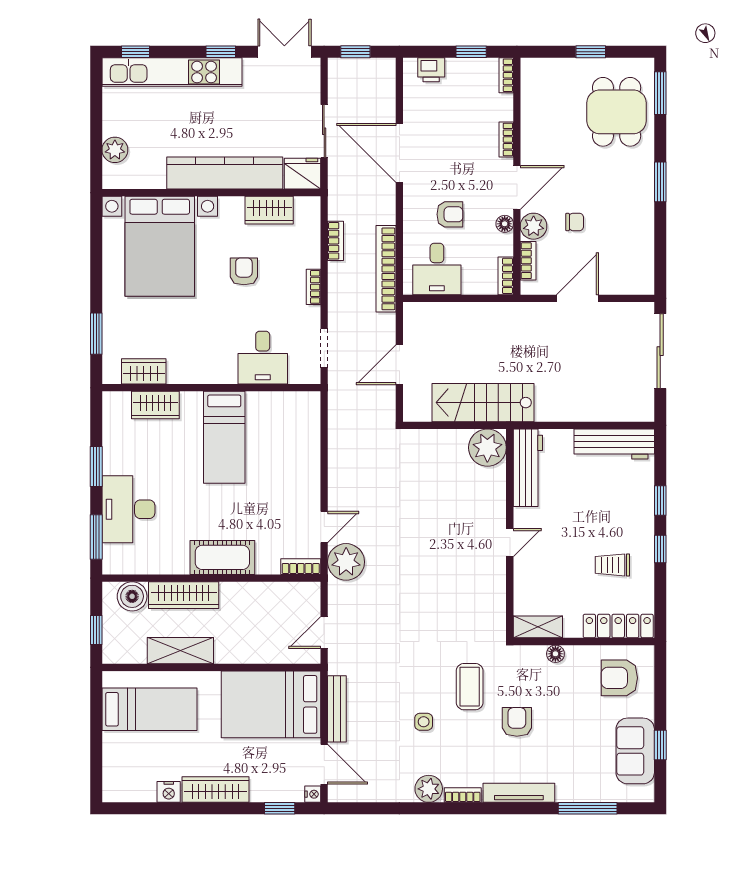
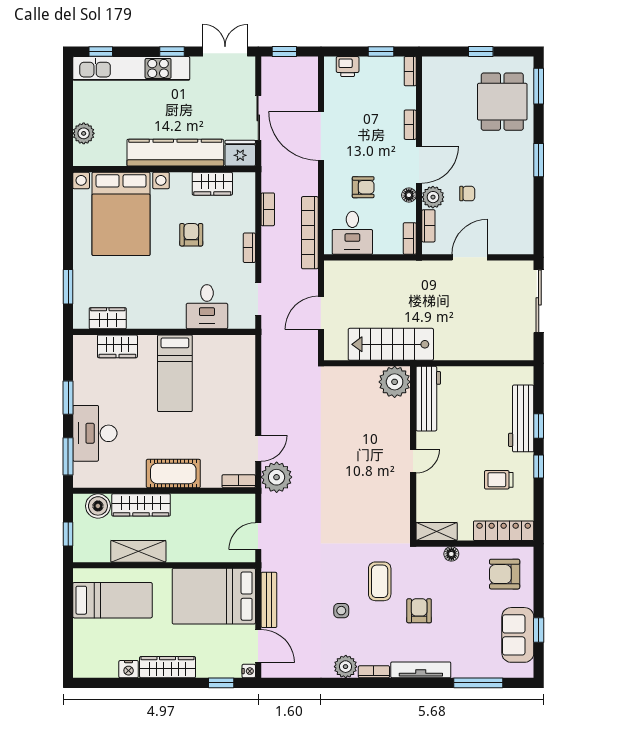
workbench: (614, 444) -> (521, 418), moved, turned 90

